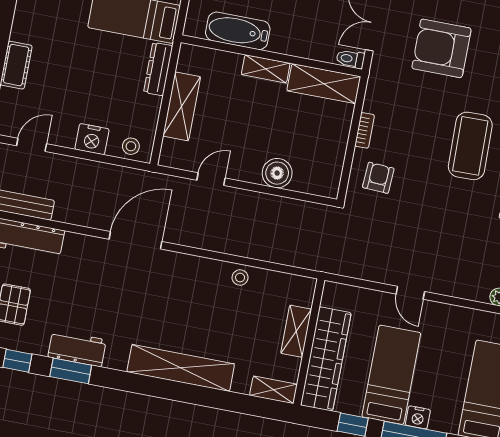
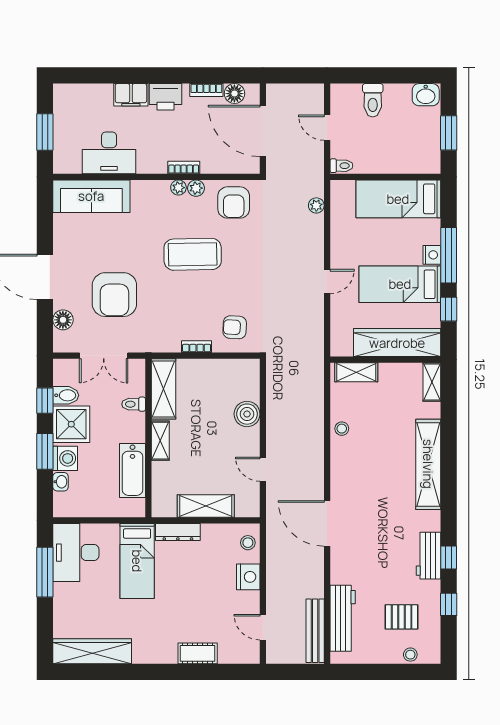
toilet: (350, 59) -> (134, 404), moved, turned 90
shelving: (296, 331) -> (356, 372), moved
window: (71, 371) -> (449, 557), width x0.67

